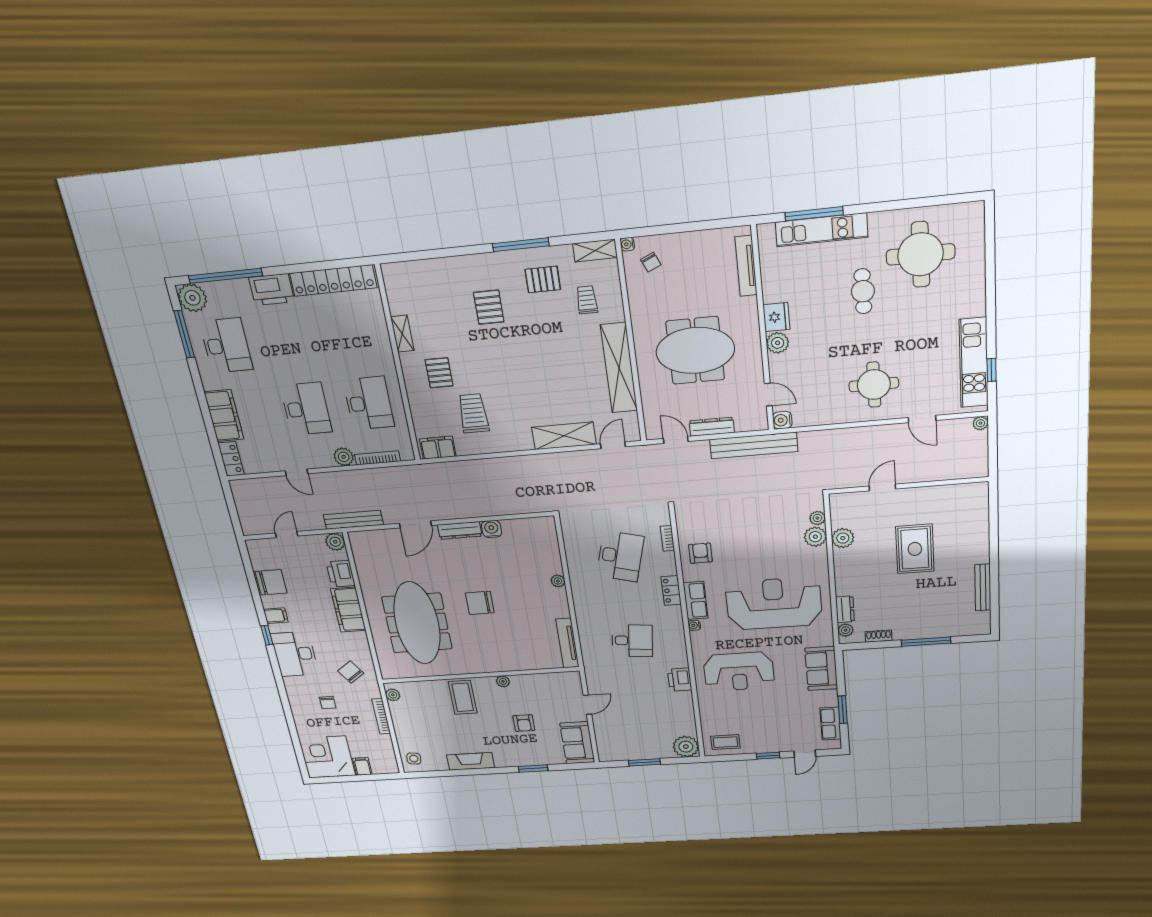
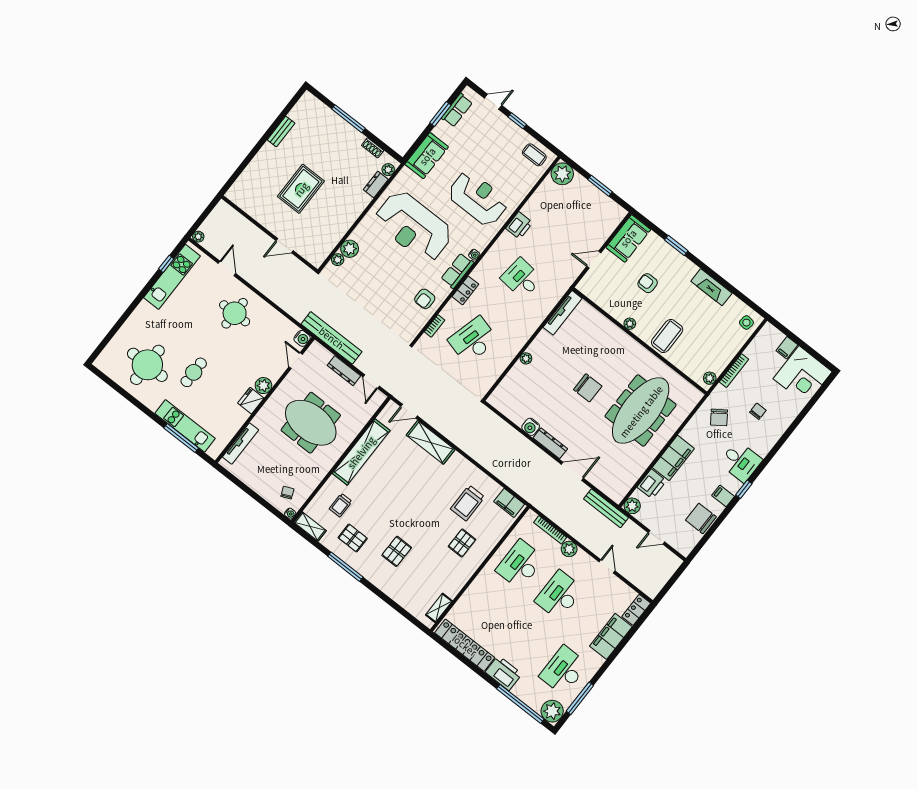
shelving: (402, 334) -> (439, 608), moved
plant: (843, 538) -> (335, 233), removed
bench: (983, 587) -> (281, 131), width x0.73
desk: (295, 654) -> (741, 461), width x0.73
armchair: (524, 723) -> (648, 283), turned -90

